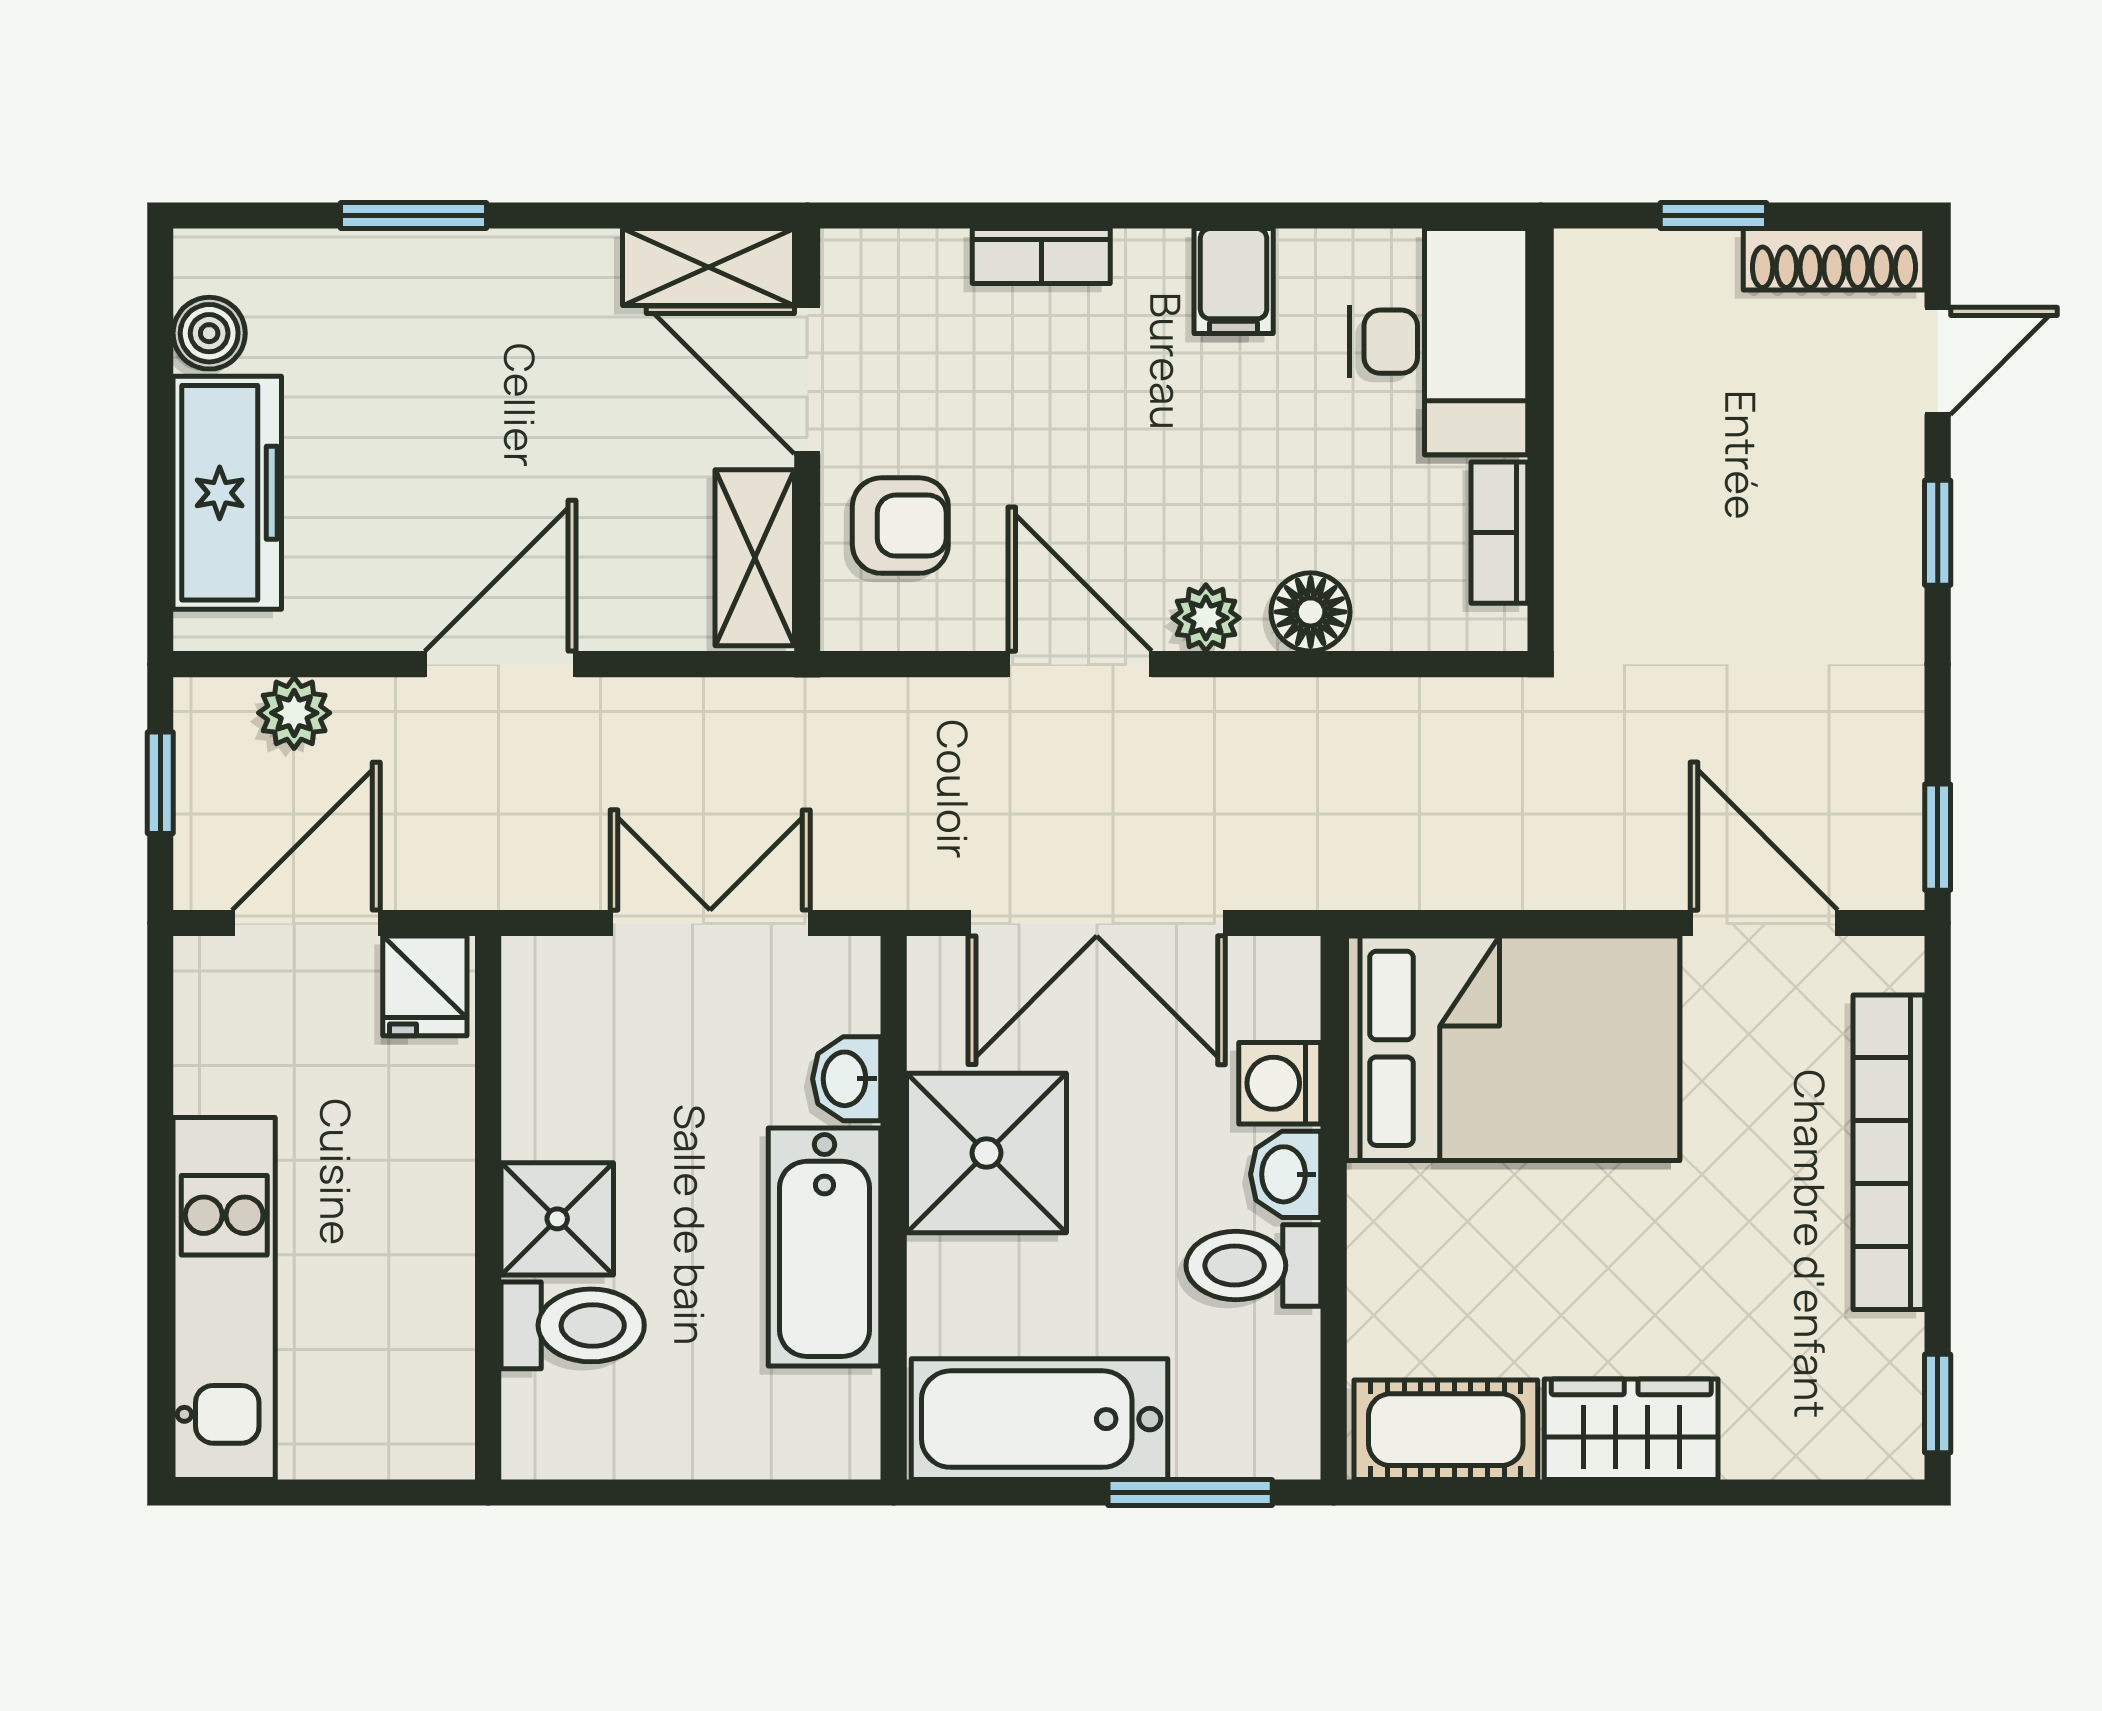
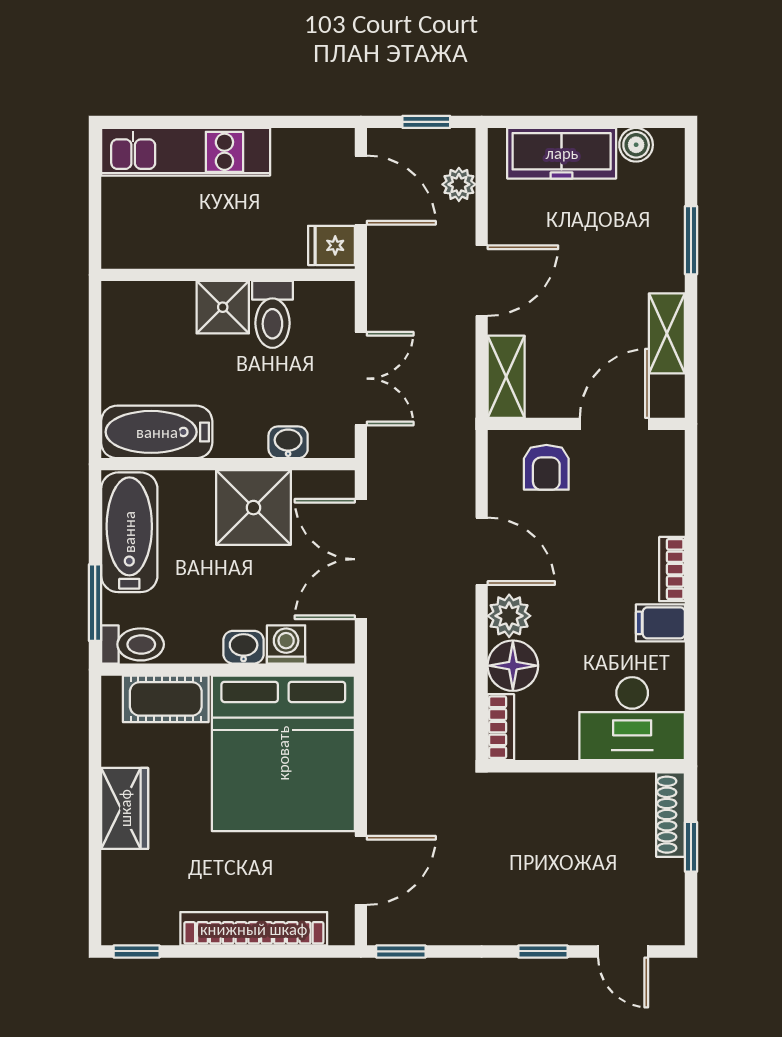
bookcase: (1041, 256) -> (672, 569), moved
shoe rack: (1834, 259) -> (671, 815), moved
shelving: (709, 267) -> (667, 333), moved
bookcase: (1499, 533) -> (501, 727), moved, turned 90
shelving: (755, 558) -> (506, 377), moved, turned 90
floor lamp: (1311, 612) -> (513, 666), width x1.38, depth x1.38
plant: (1206, 618) -> (509, 616), width x1.38, depth x1.38
door: (500, 664) -> (482, 281), hinge flipped
door: (1080, 664) -> (482, 551), hinge flipped
bed: (1513, 1048) -> (283, 753), width x1.36
bathtub: (824, 1247) -> (157, 432), moved
toilet: (1253, 1265) -> (132, 644), moved, turned 90
toilet: (573, 1325) -> (272, 314), moved
cot: (1446, 1430) -> (166, 699), moved, turned 90

